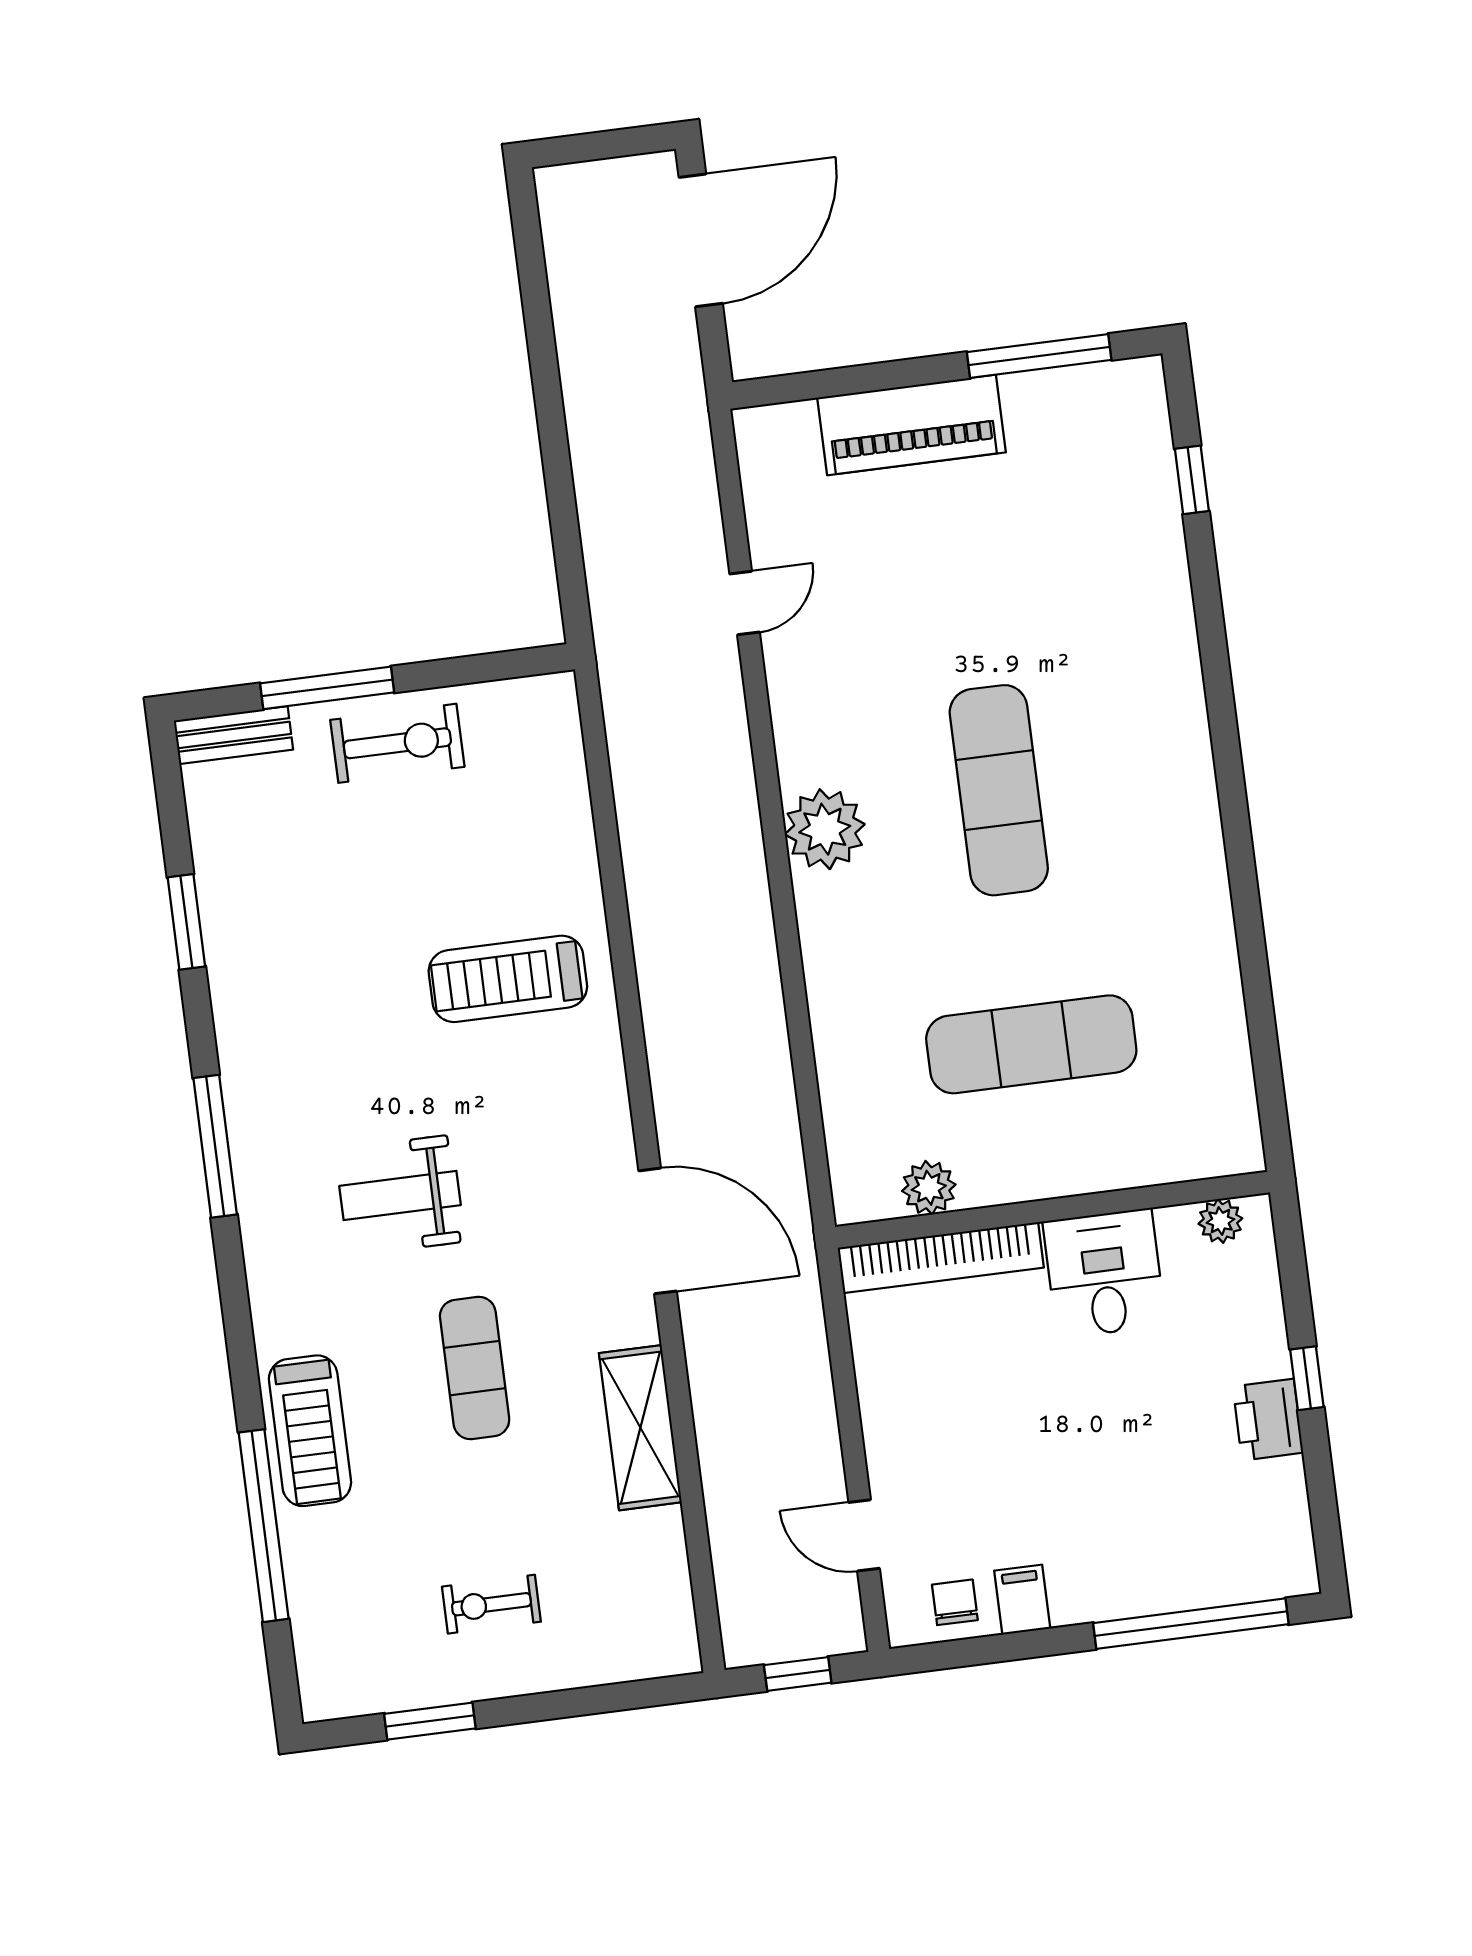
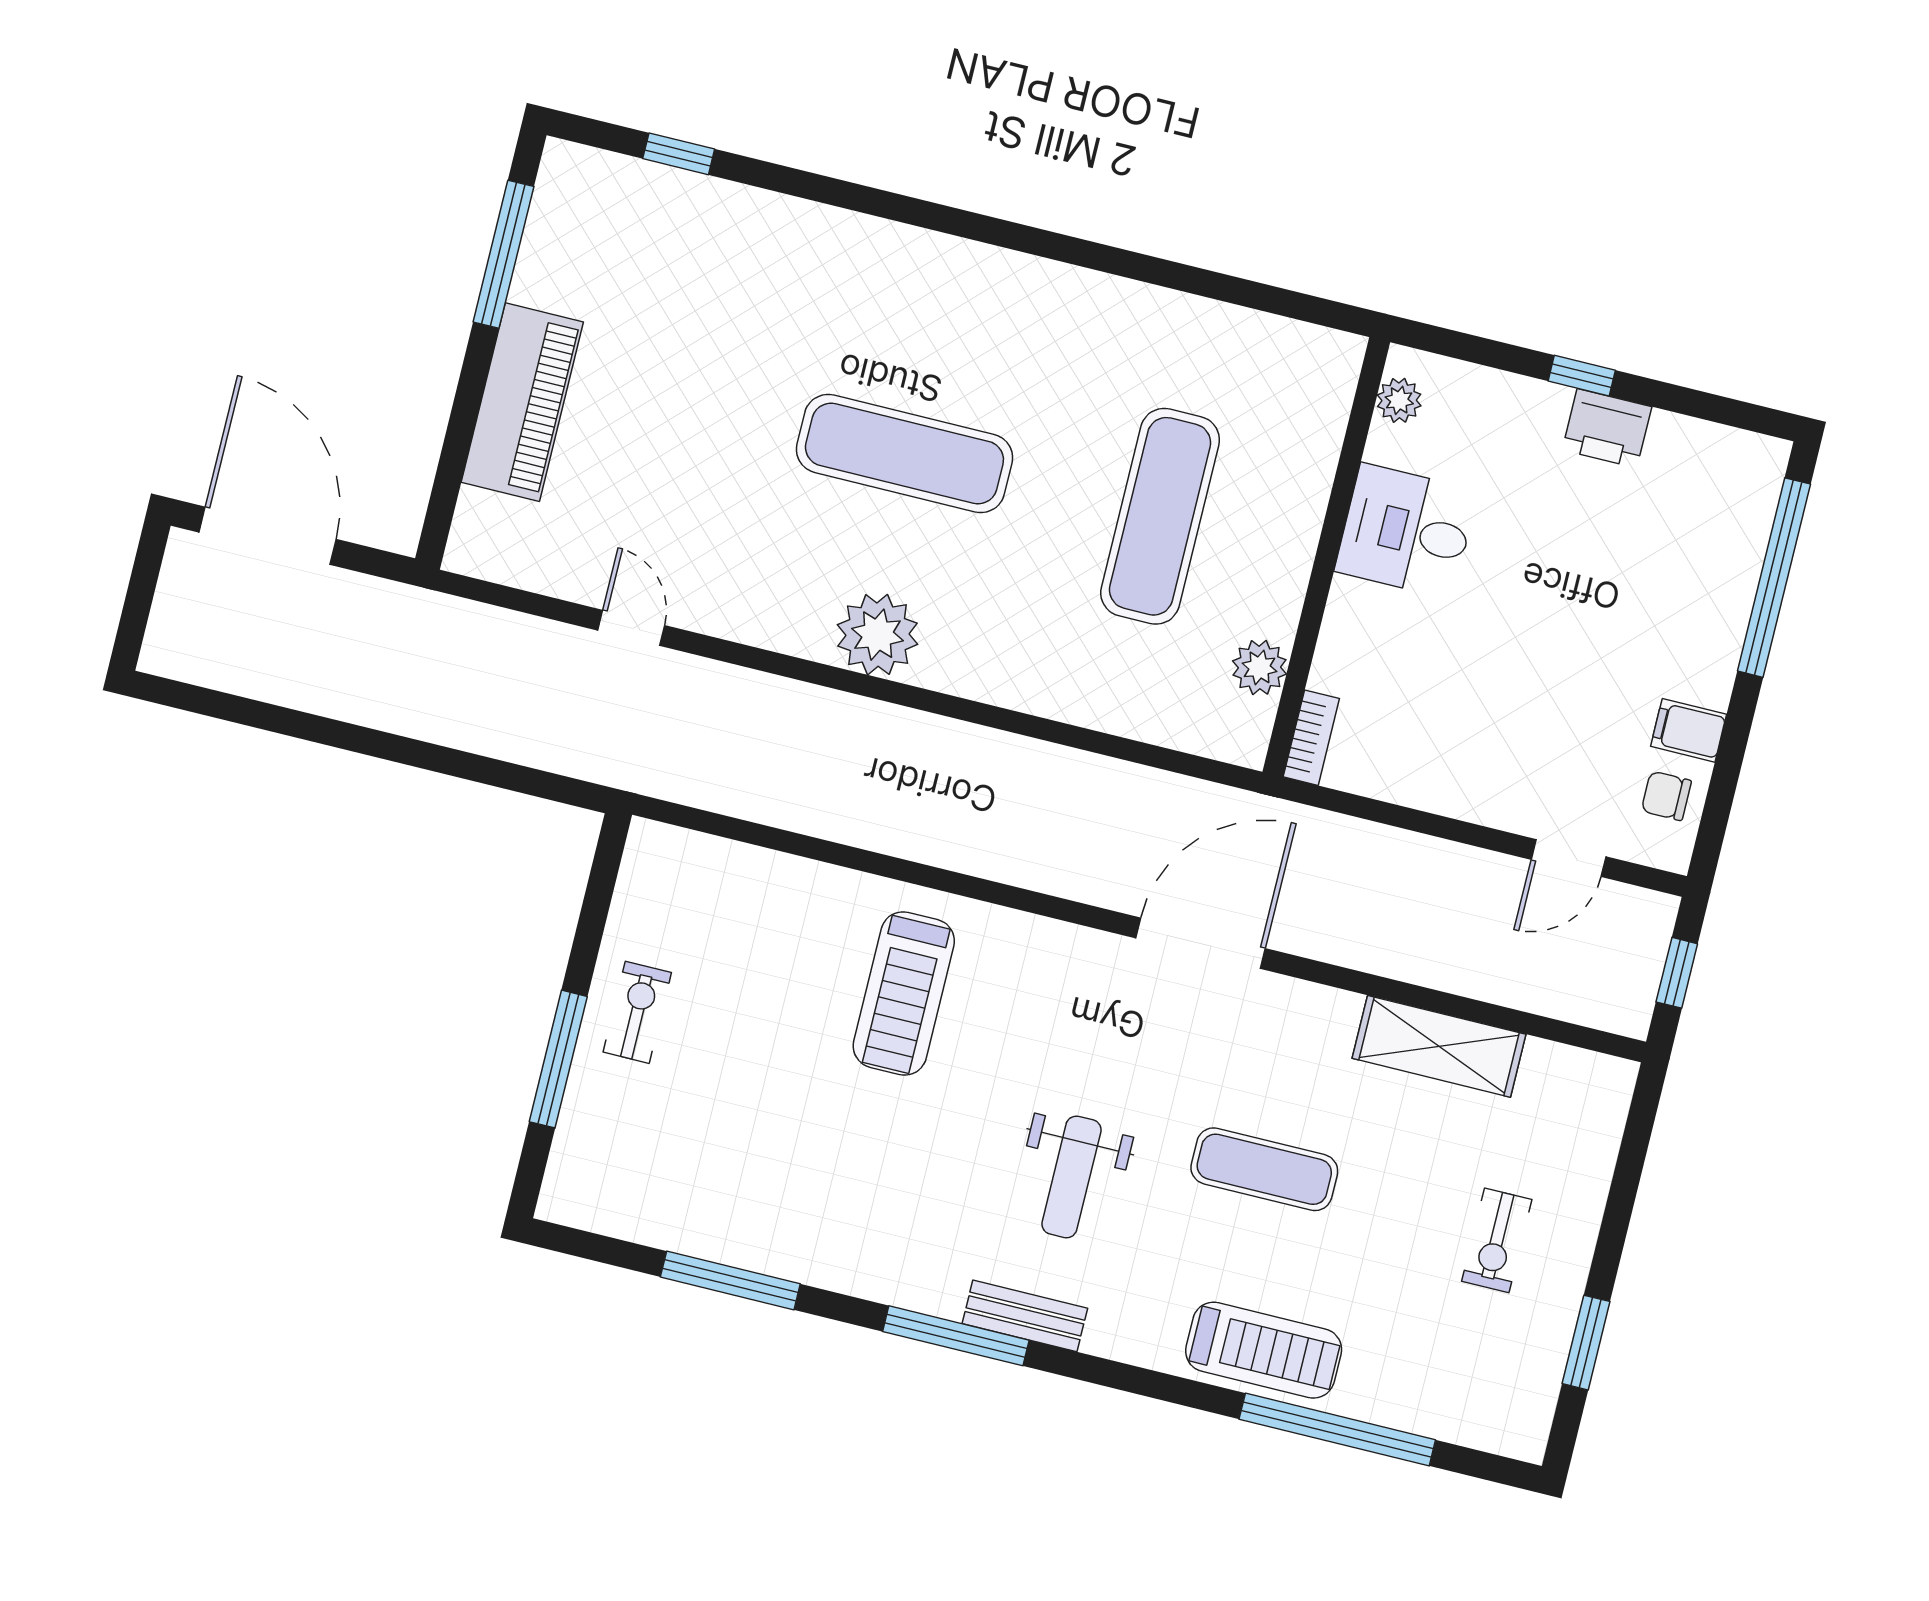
bench: (233, 735) -> (1025, 1316), moved, turned 90
exercise bike: (397, 743) -> (637, 1012), width x0.73, depth x0.72
window: (186, 922) -> (730, 1280), width x1.44
bookcase: (941, 1258) -> (1311, 738), width x0.43, depth x0.76
shelving: (640, 1428) -> (1439, 1046), moved

